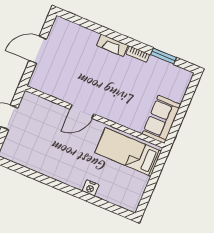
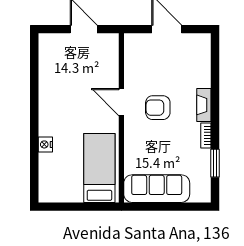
armchair: (99, 84) -> (158, 108), added
sofa: (161, 119) -> (157, 189), width x1.36

